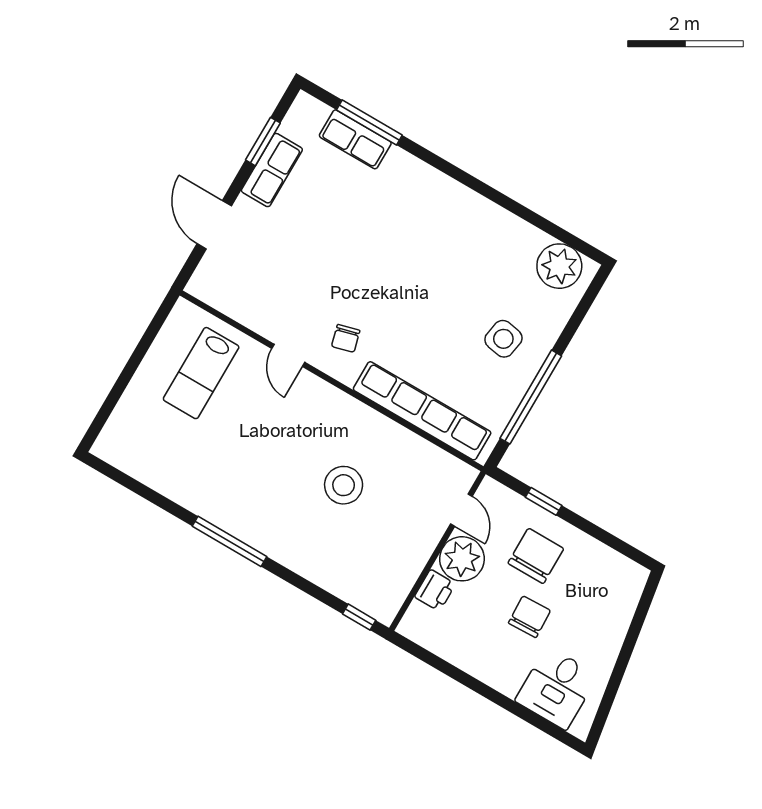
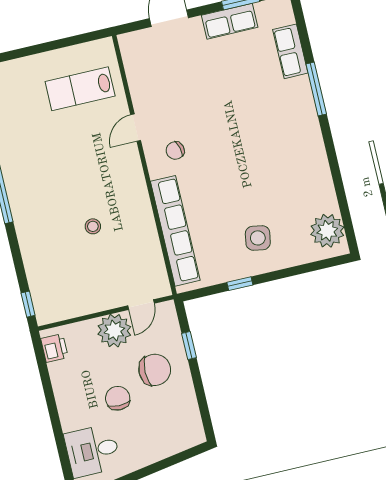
window: (369, 122) -> (316, 89), moved
window: (531, 397) -> (240, 284), width x0.32
stool: (344, 485) -> (93, 226), width x0.53, depth x0.53
printer: (435, 590) -> (54, 348), moved, turned -90
chair: (529, 617) -> (118, 398), turned -88

